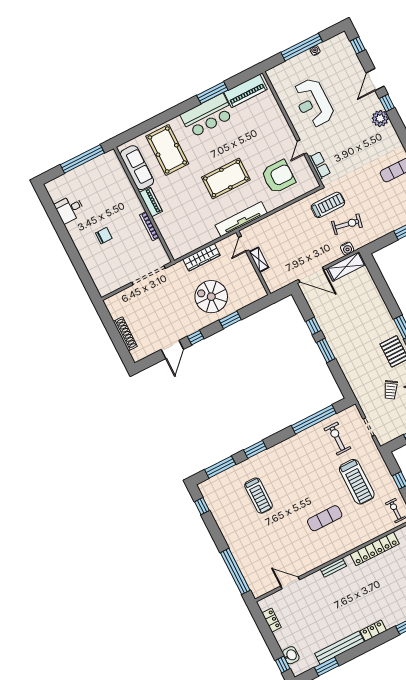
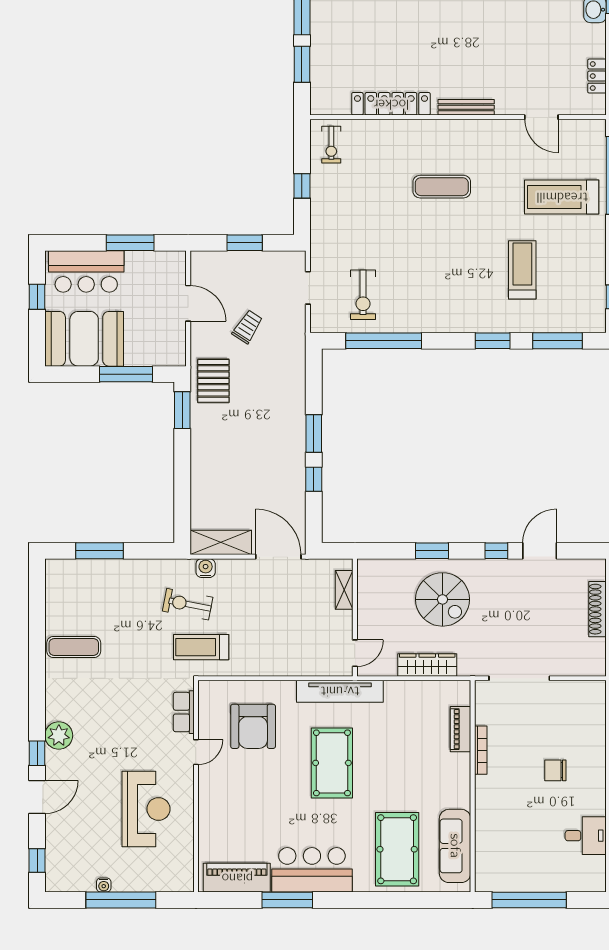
armchair: (278, 177) -> (253, 726), turned -90
pool table: (226, 179) -> (332, 763), turned 90
piano: (151, 202) -> (460, 729), moved
shelving: (259, 260) -> (344, 590), moved
treadmill: (357, 482) -> (562, 197), moved, turned -90
bench: (333, 568) -> (466, 107), width x1.36

